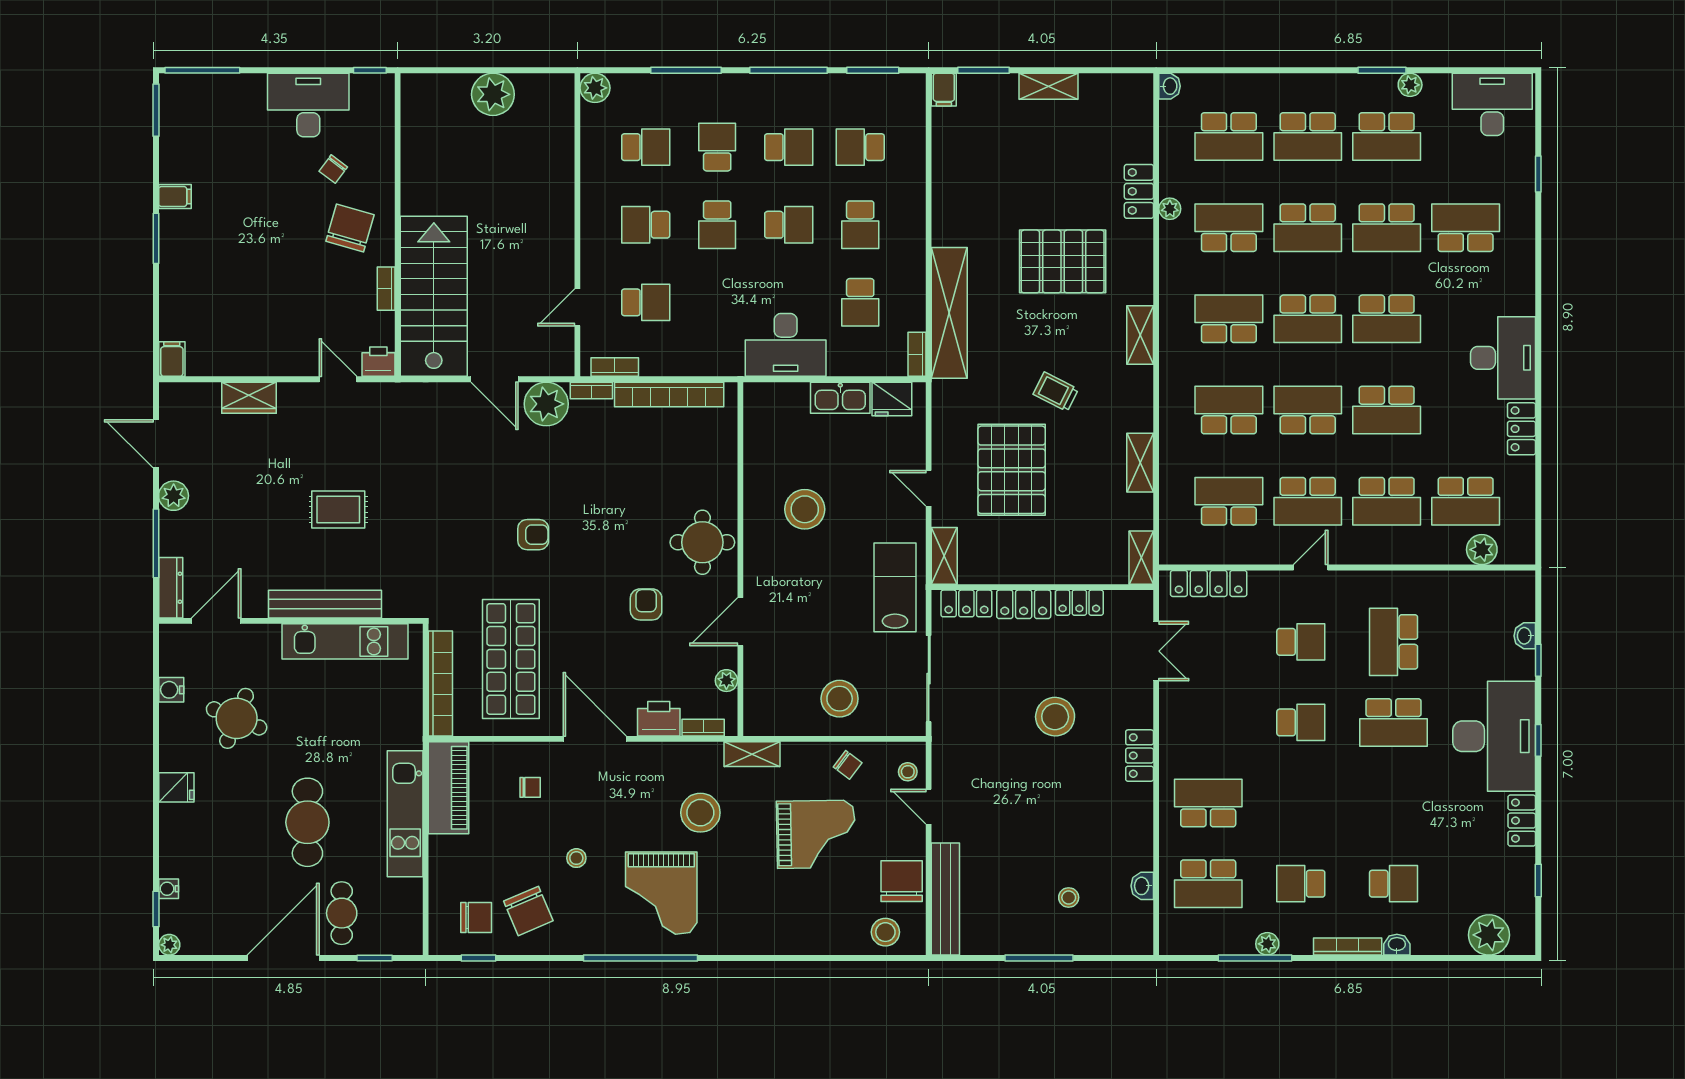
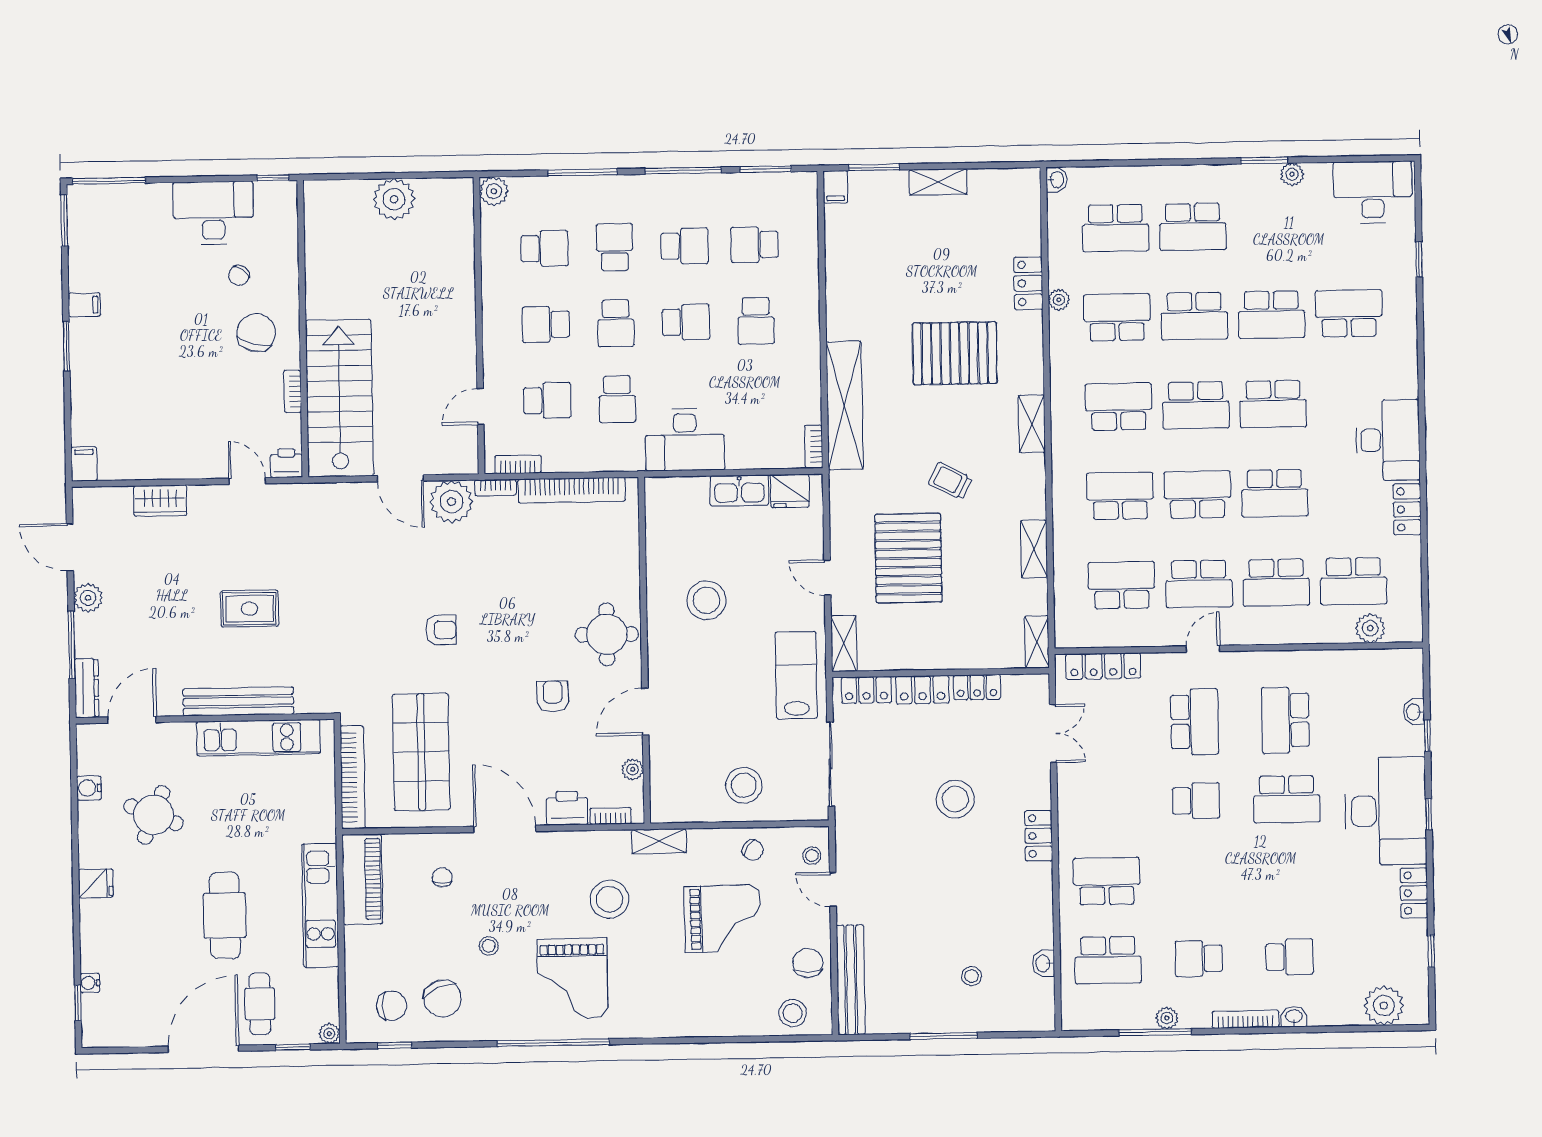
school desk: (1387, 137) -> (1270, 225), removed
school desk: (860, 302) -> (617, 399), moved
school desk: (1301, 642) -> (1195, 722), width x1.85
chair: (530, 787) -> (442, 877), turned -90
chair: (902, 881) -> (808, 963), width x0.73, depth x0.73
plant: (169, 945) -> (329, 1034), moved

